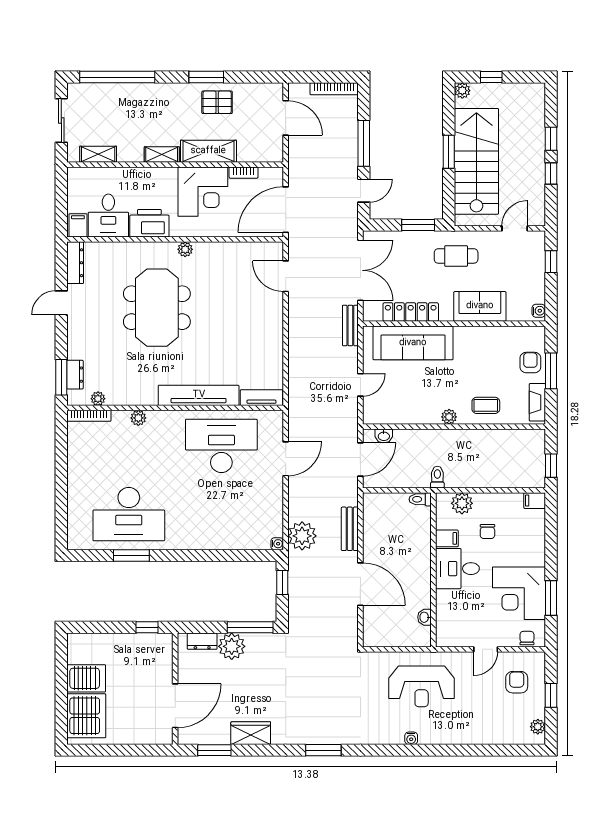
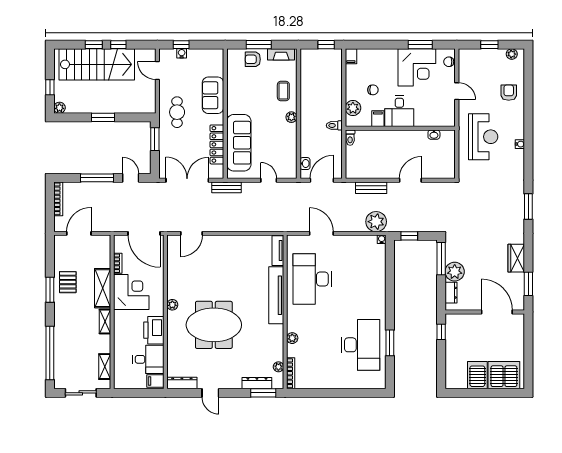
stairs: (476, 161) -> (97, 64), moved, turned 180
water cooler: (539, 311) -> (182, 53), moved
dresser: (75, 375) -> (257, 383), width x1.44
door: (360, 460) -> (322, 180), hinge flipped
door: (360, 584) -> (410, 180), width x0.73
armchair: (517, 682) -> (509, 93), moved, turned 90

